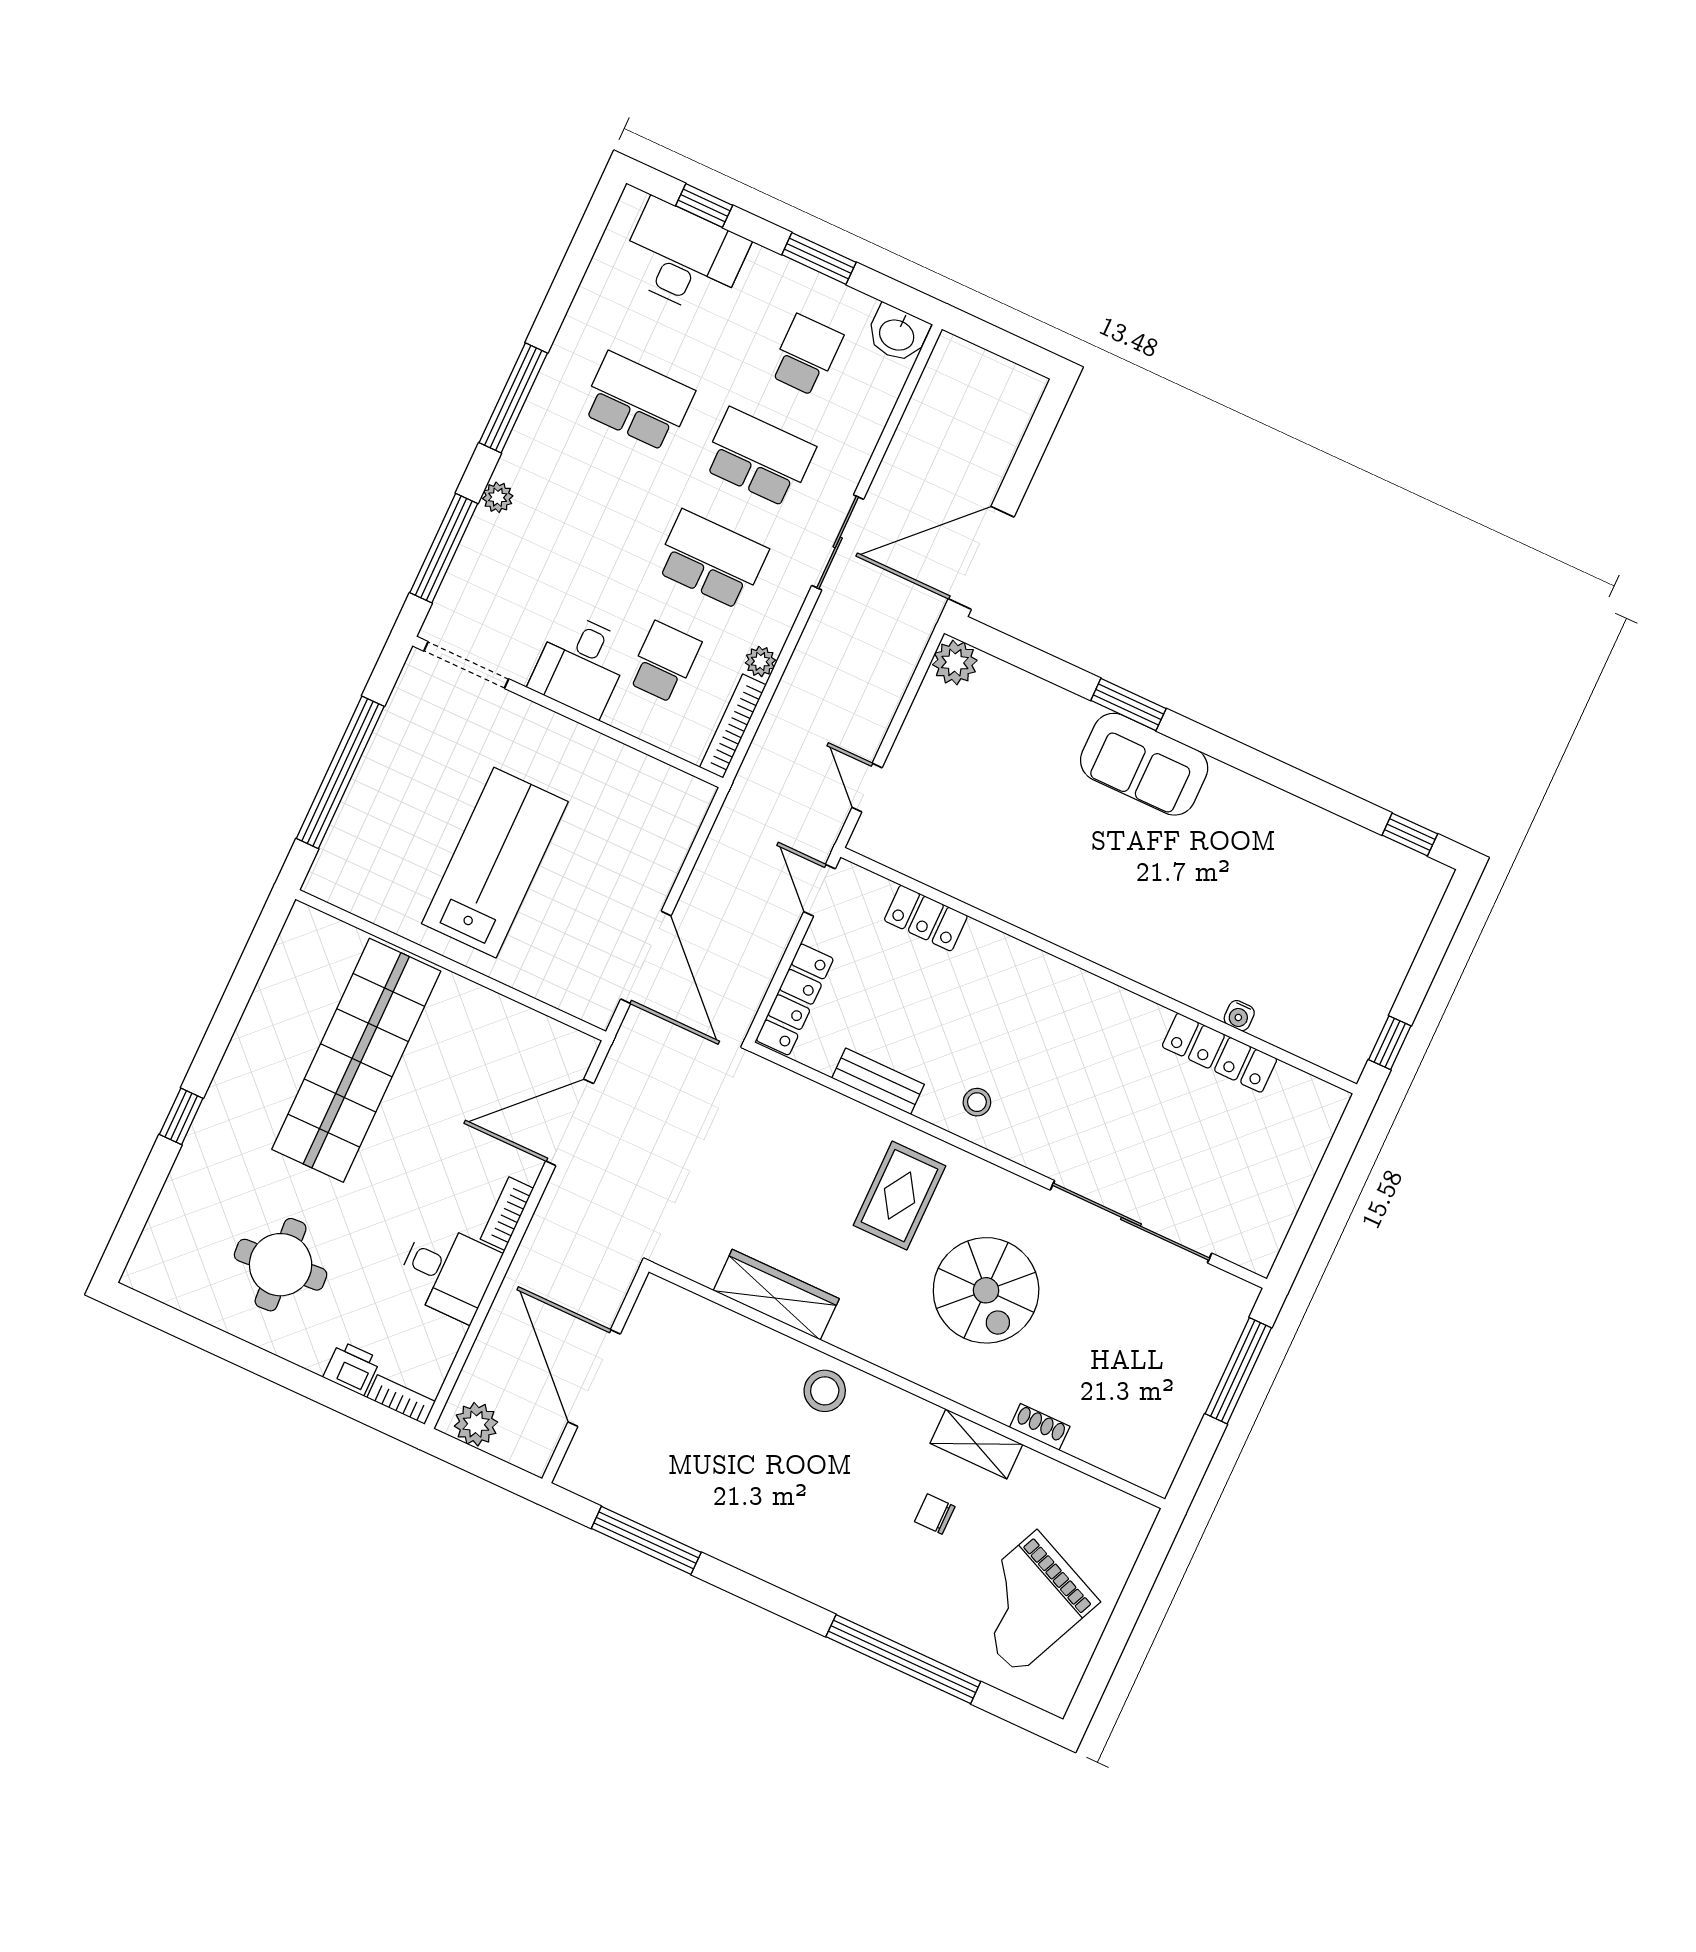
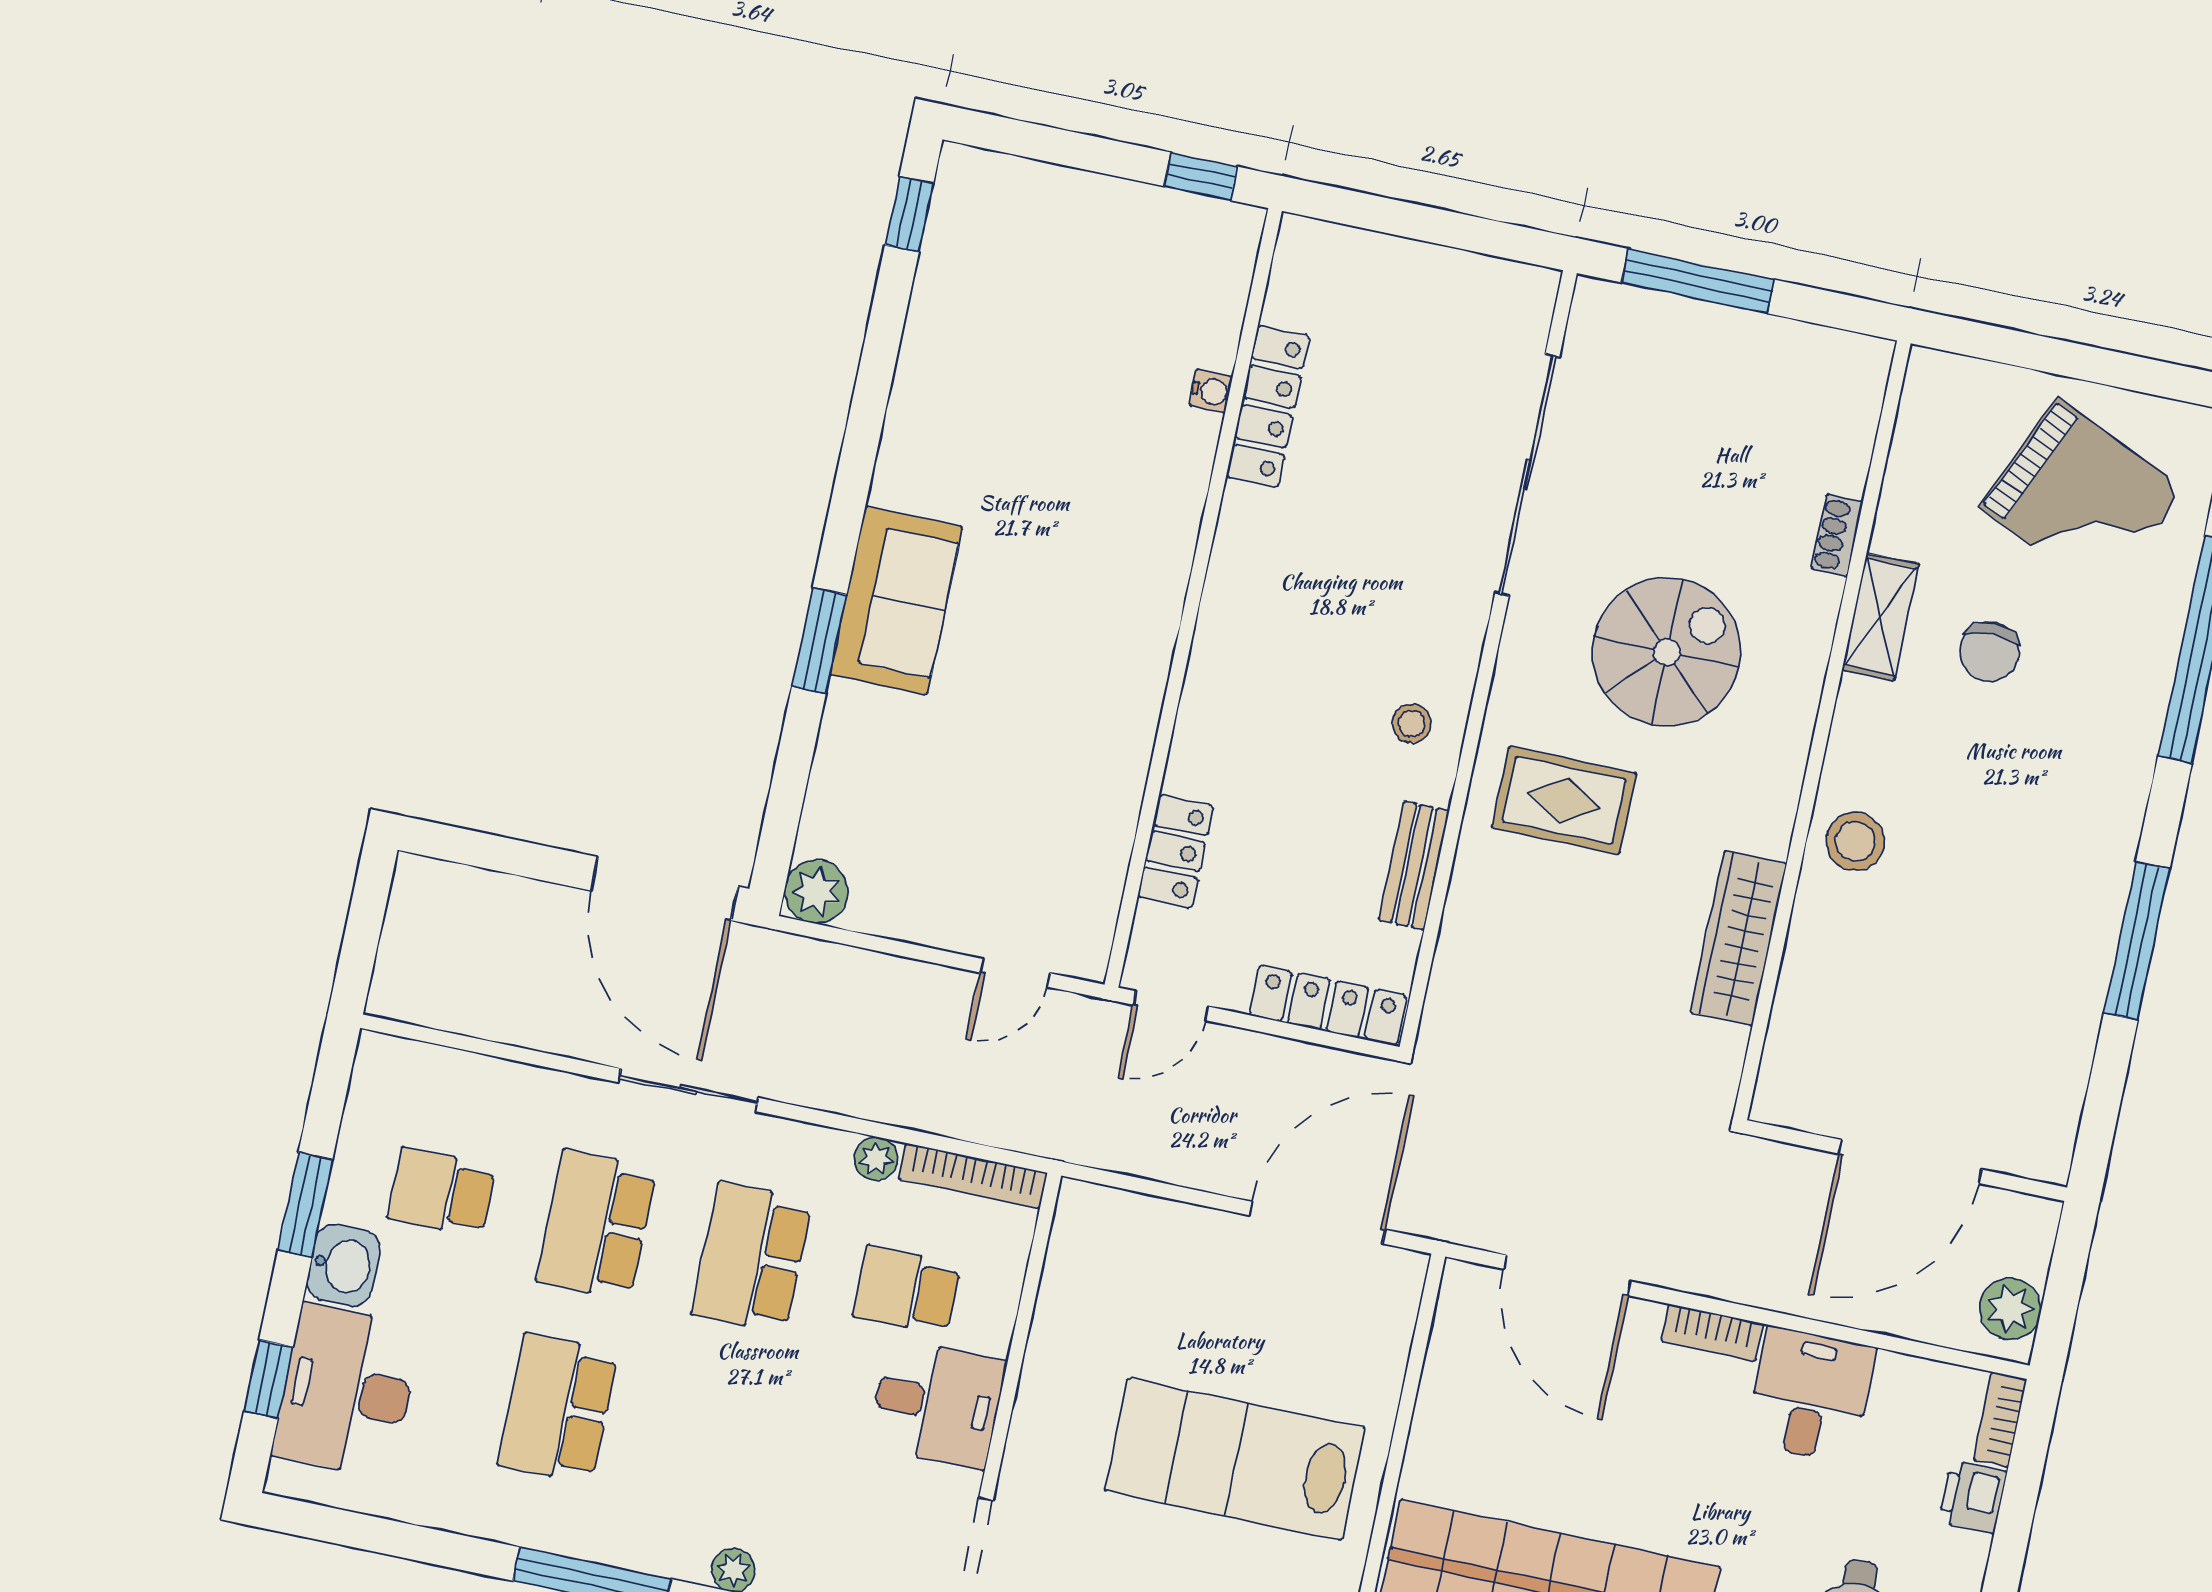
washbasin: (897, 334) -> (343, 1265), moved
chair: (935, 1514) -> (1989, 652), width x1.37, depth x1.37
window: (646, 1540) -> (2137, 941), moved

